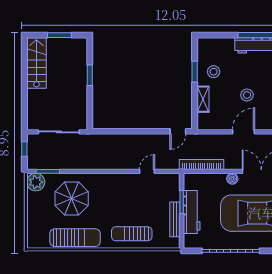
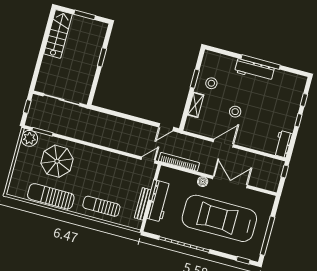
door: (147, 171) -> (148, 160), moved
sun lounger: (75, 238) -> (51, 196), turned 180

